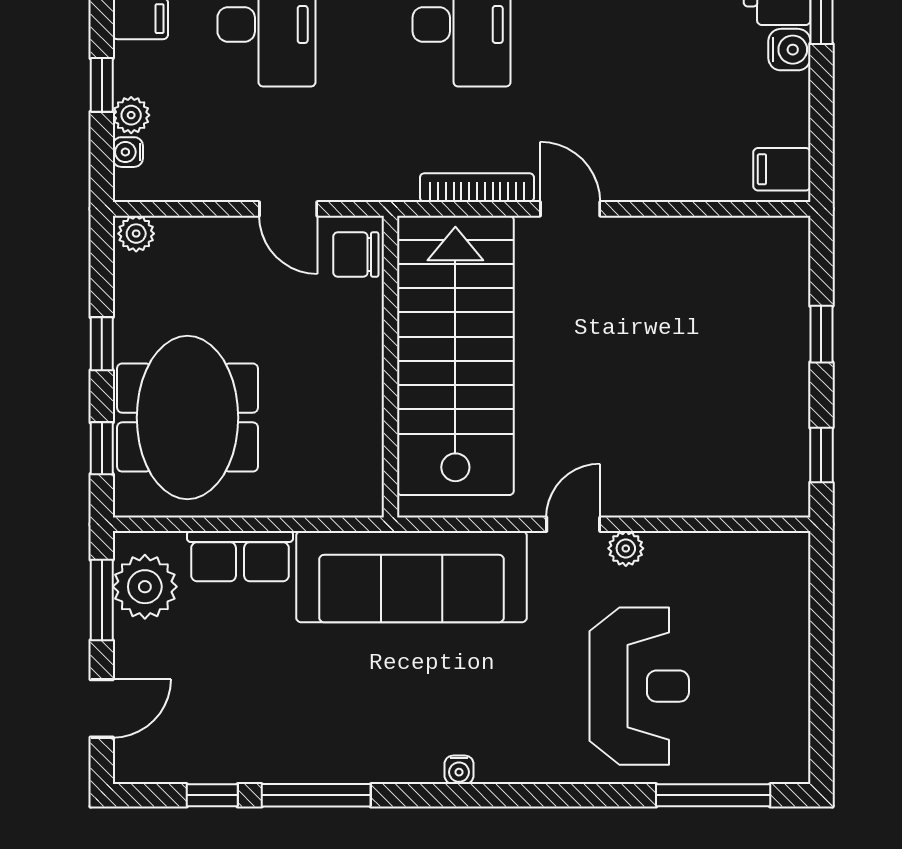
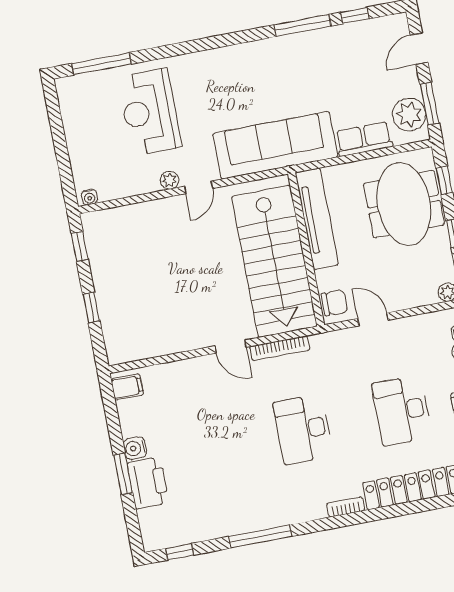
tv unit: (359, 421) -> (317, 219), added
water cooler: (459, 770) -> (89, 197), moved, turned 180

